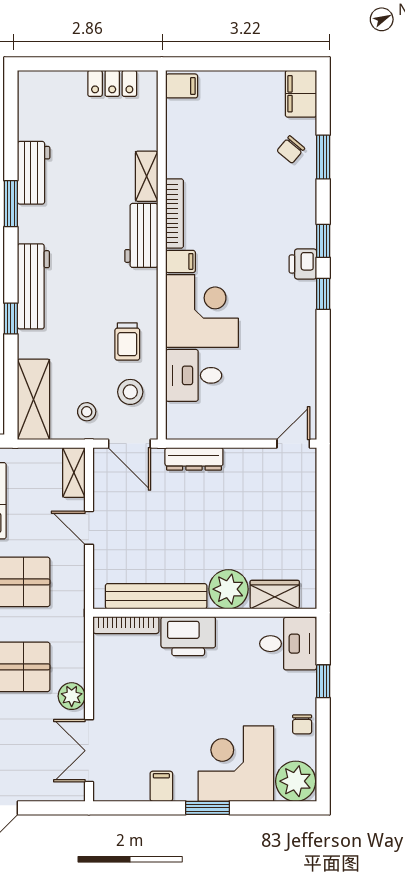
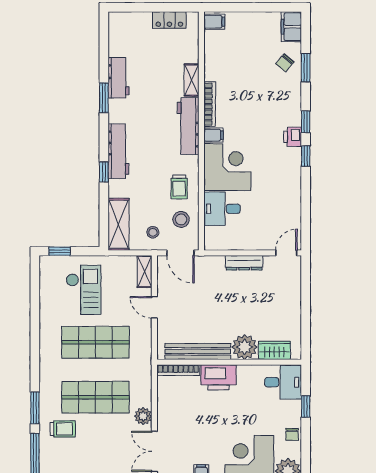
workbench: (141, 235) -> (188, 126), width x1.37
dresser: (194, 459) -> (244, 263), moved

